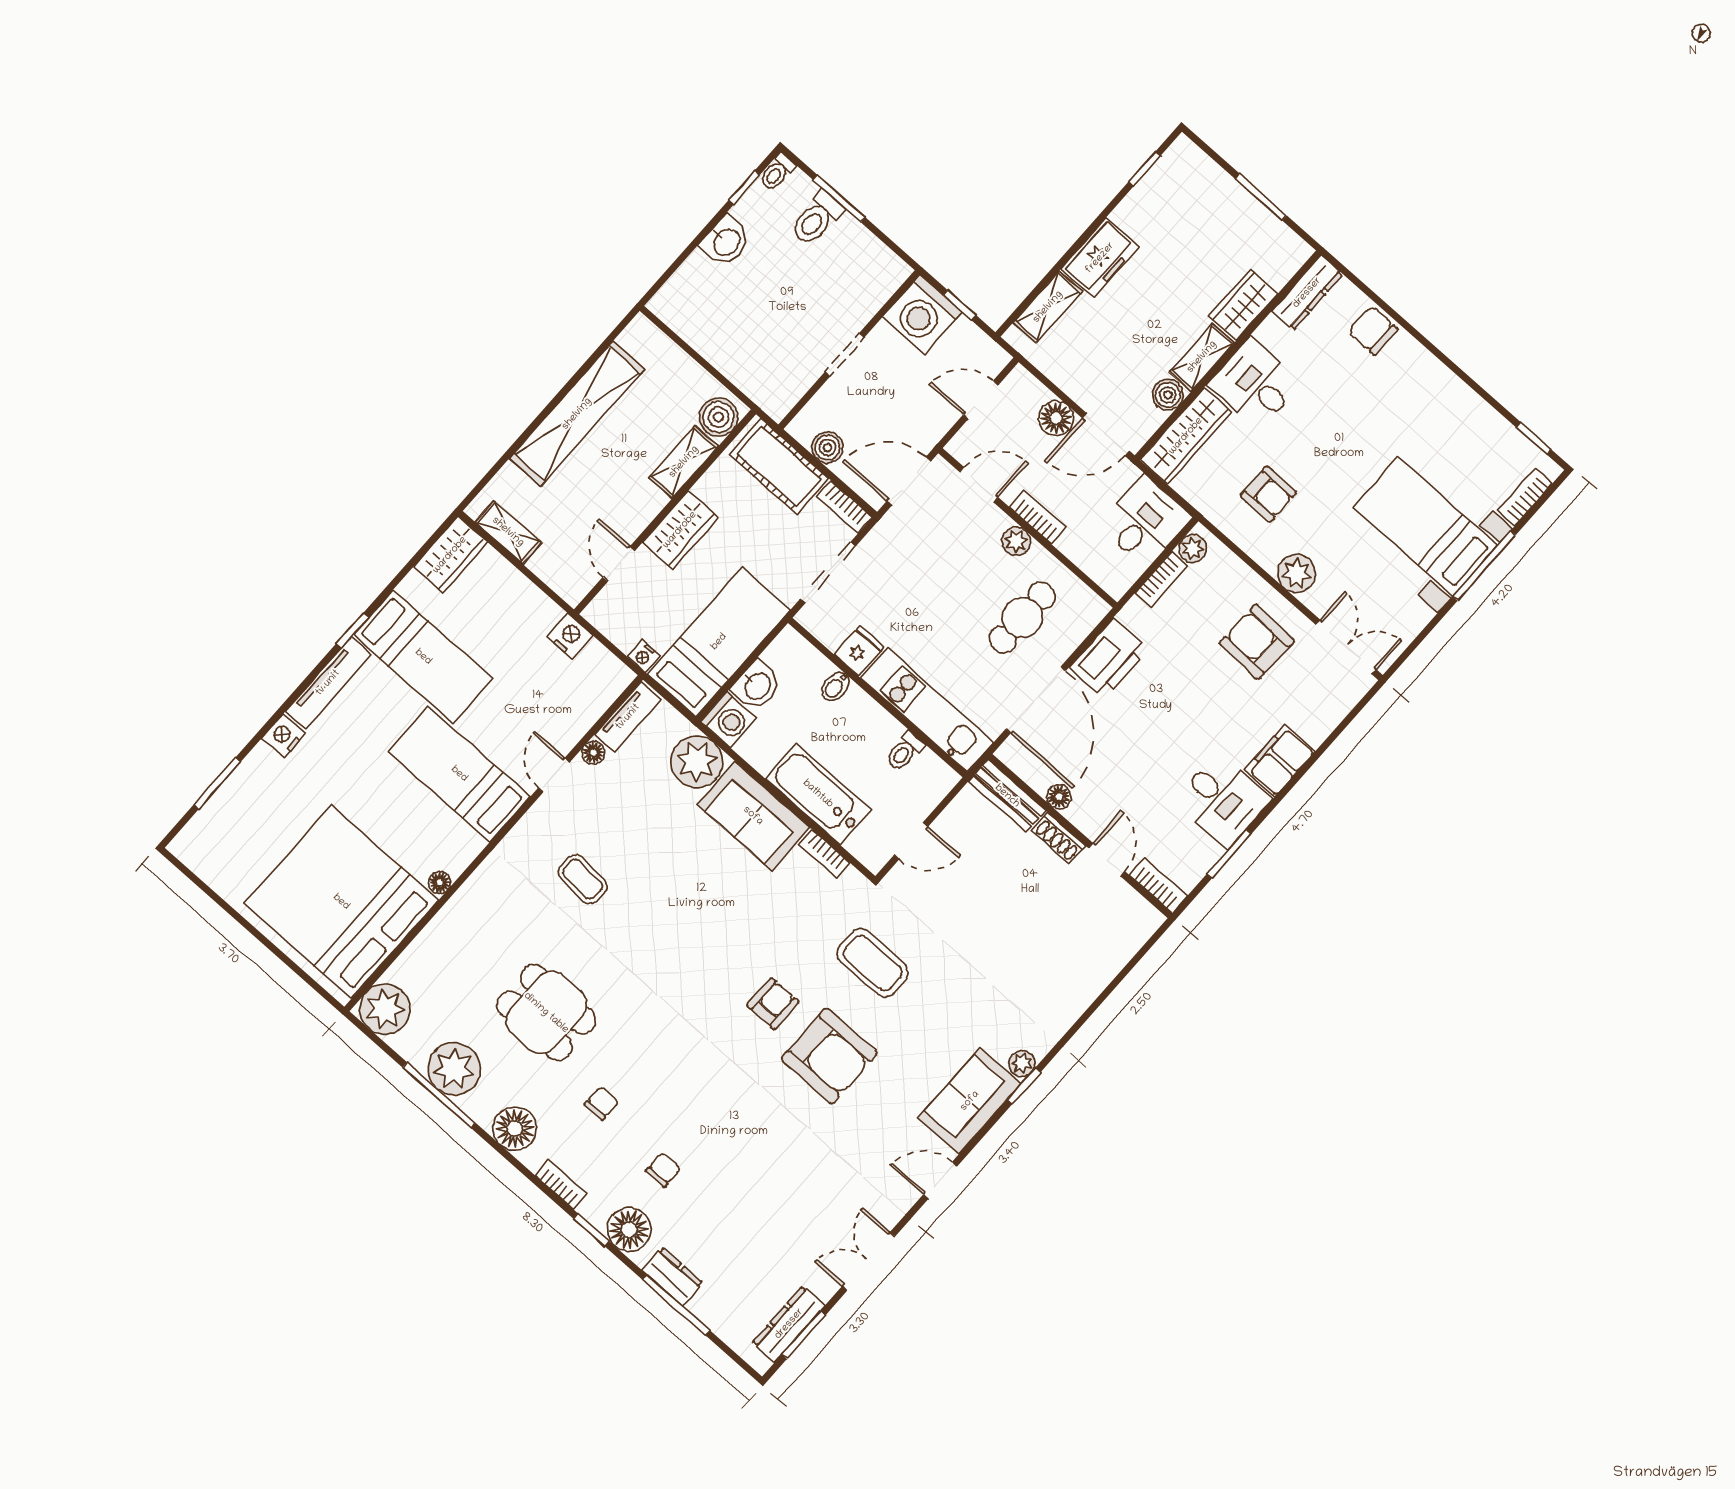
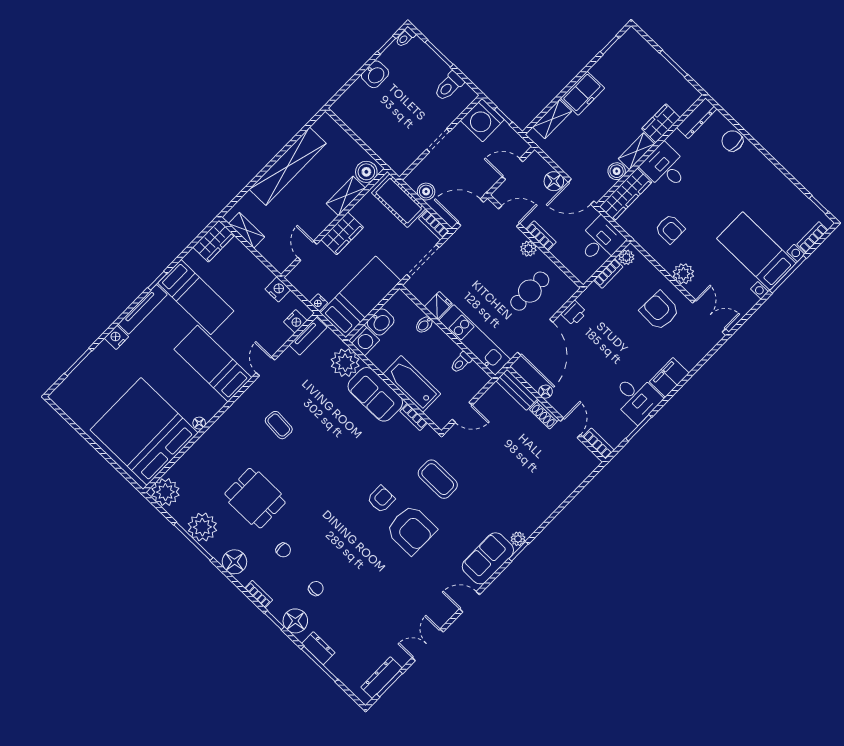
toilet: (817, 218) -> (449, 86), moved
printer: (1109, 658) -> (574, 313), width x0.53, depth x0.68
nightstand: (604, 692) -> (295, 321), added
floor lamp: (593, 753) -> (288, 355), removed
chair: (601, 1103) -> (283, 550), turned 90

